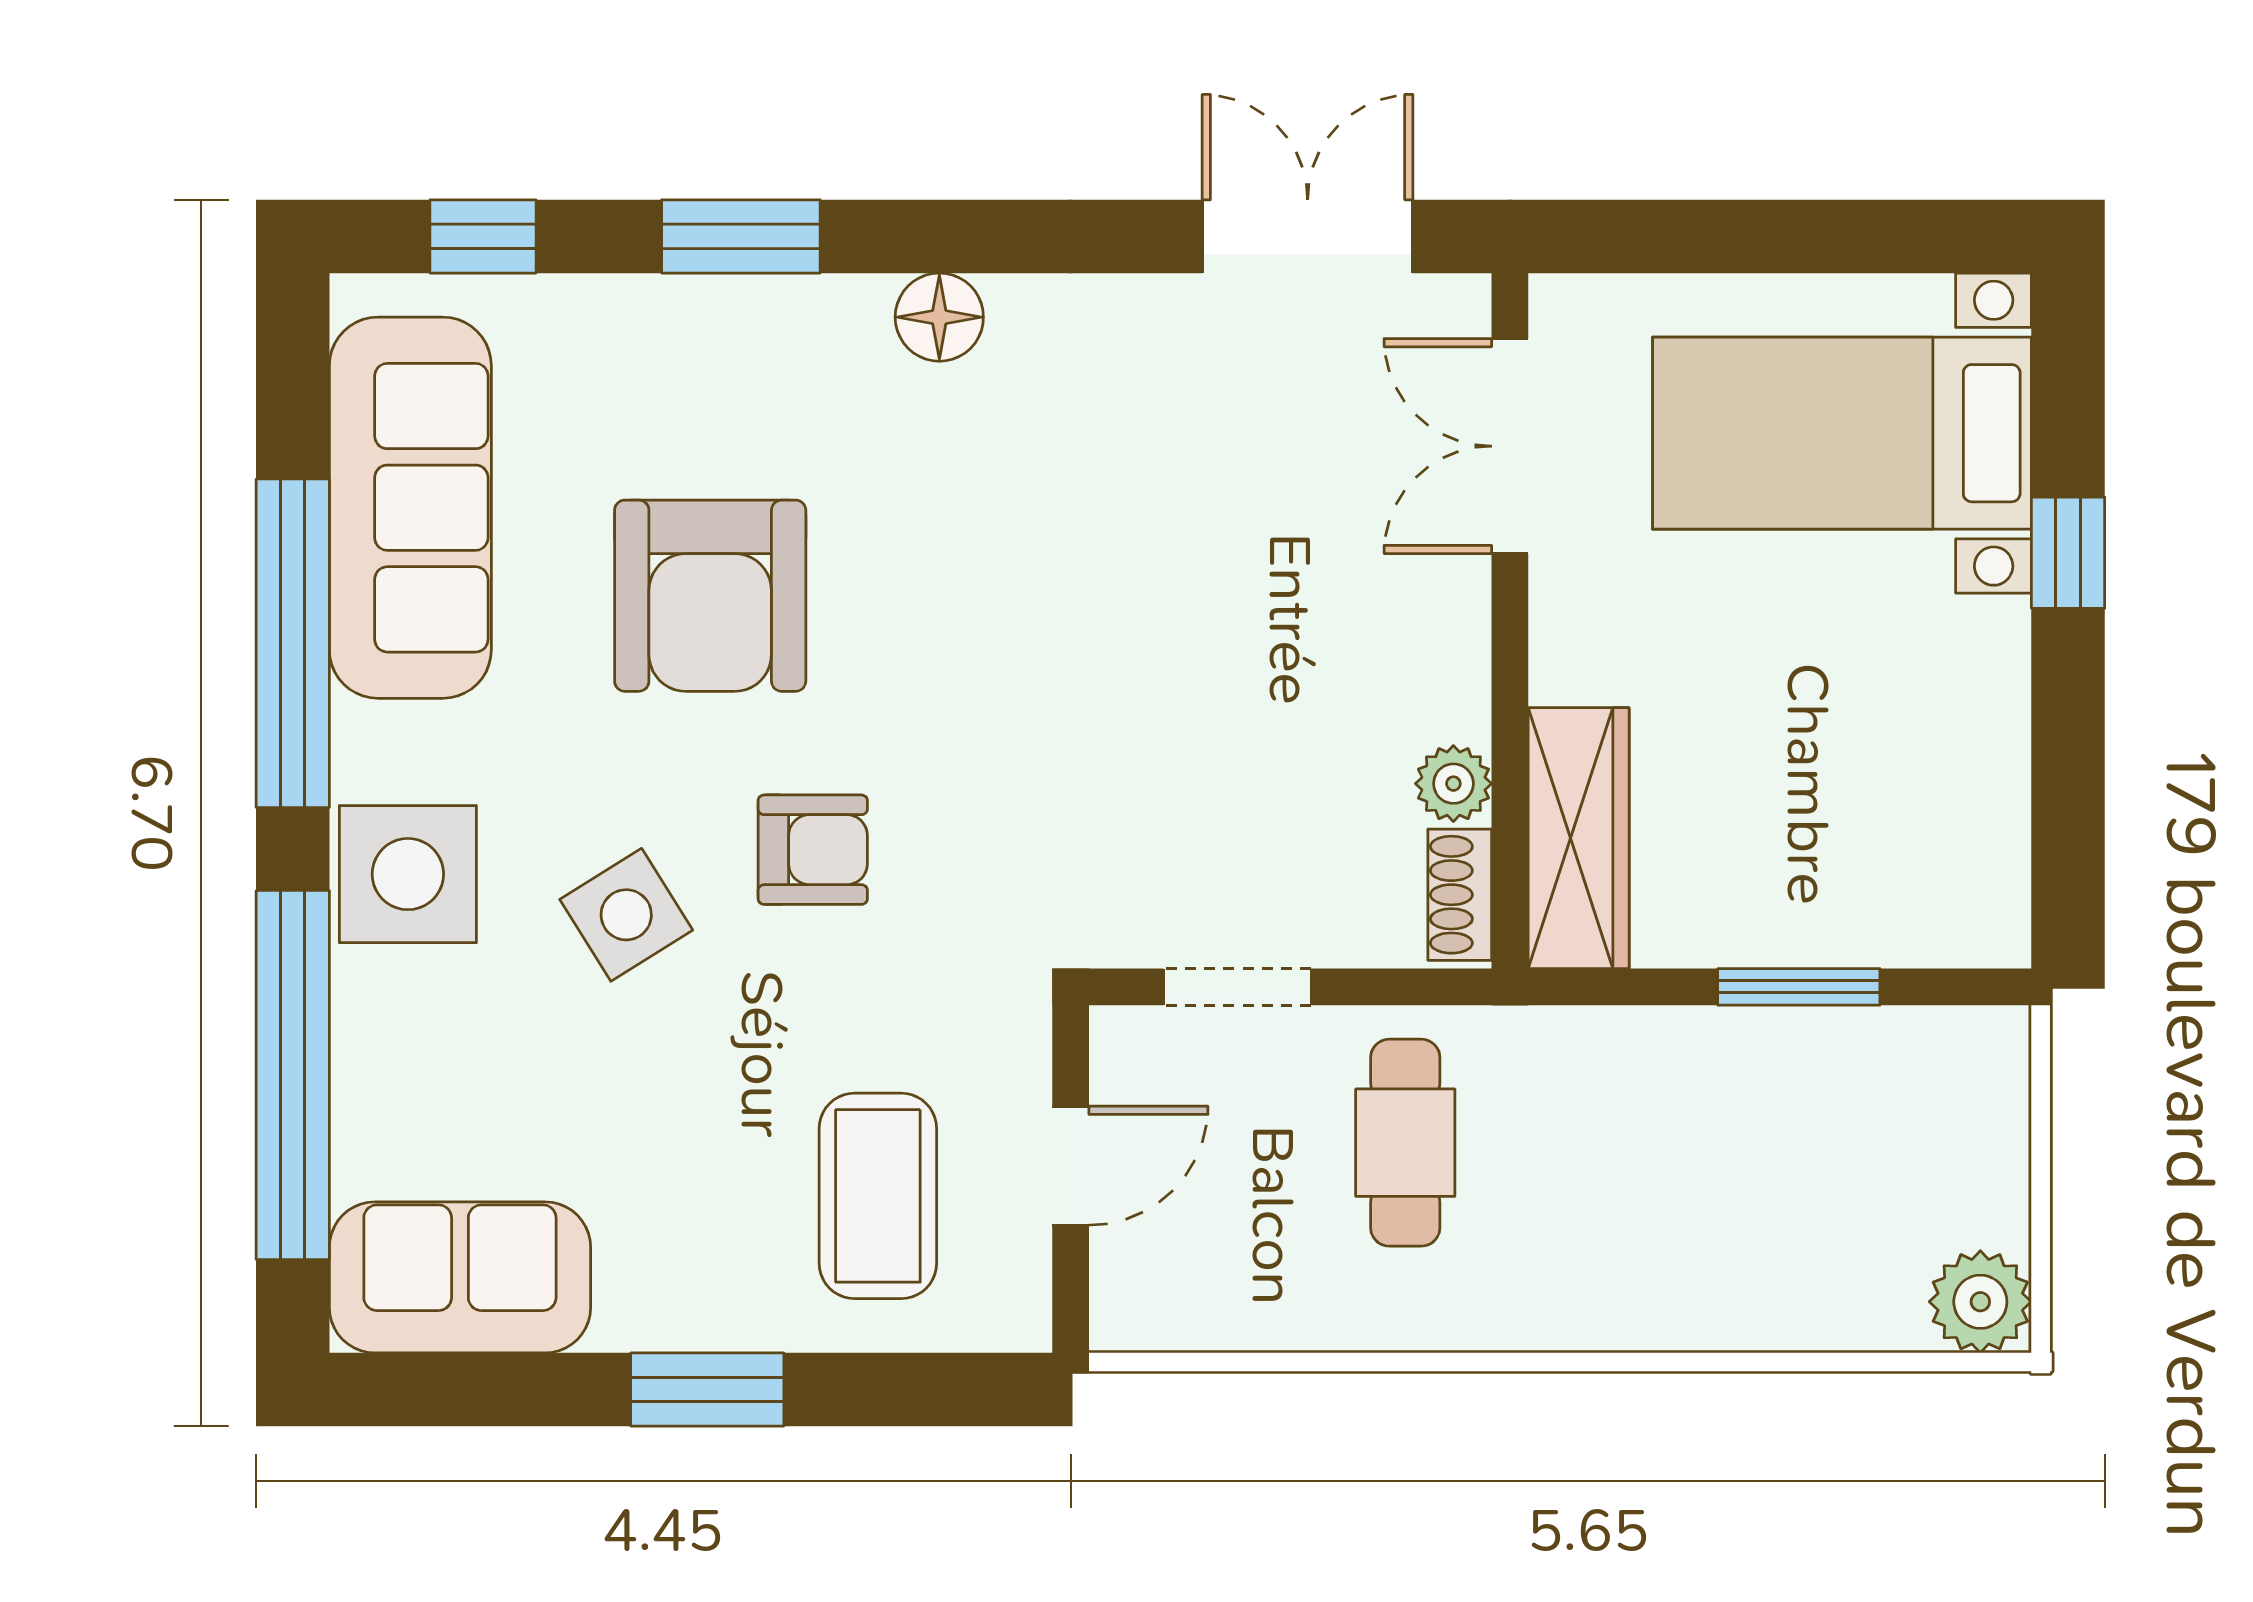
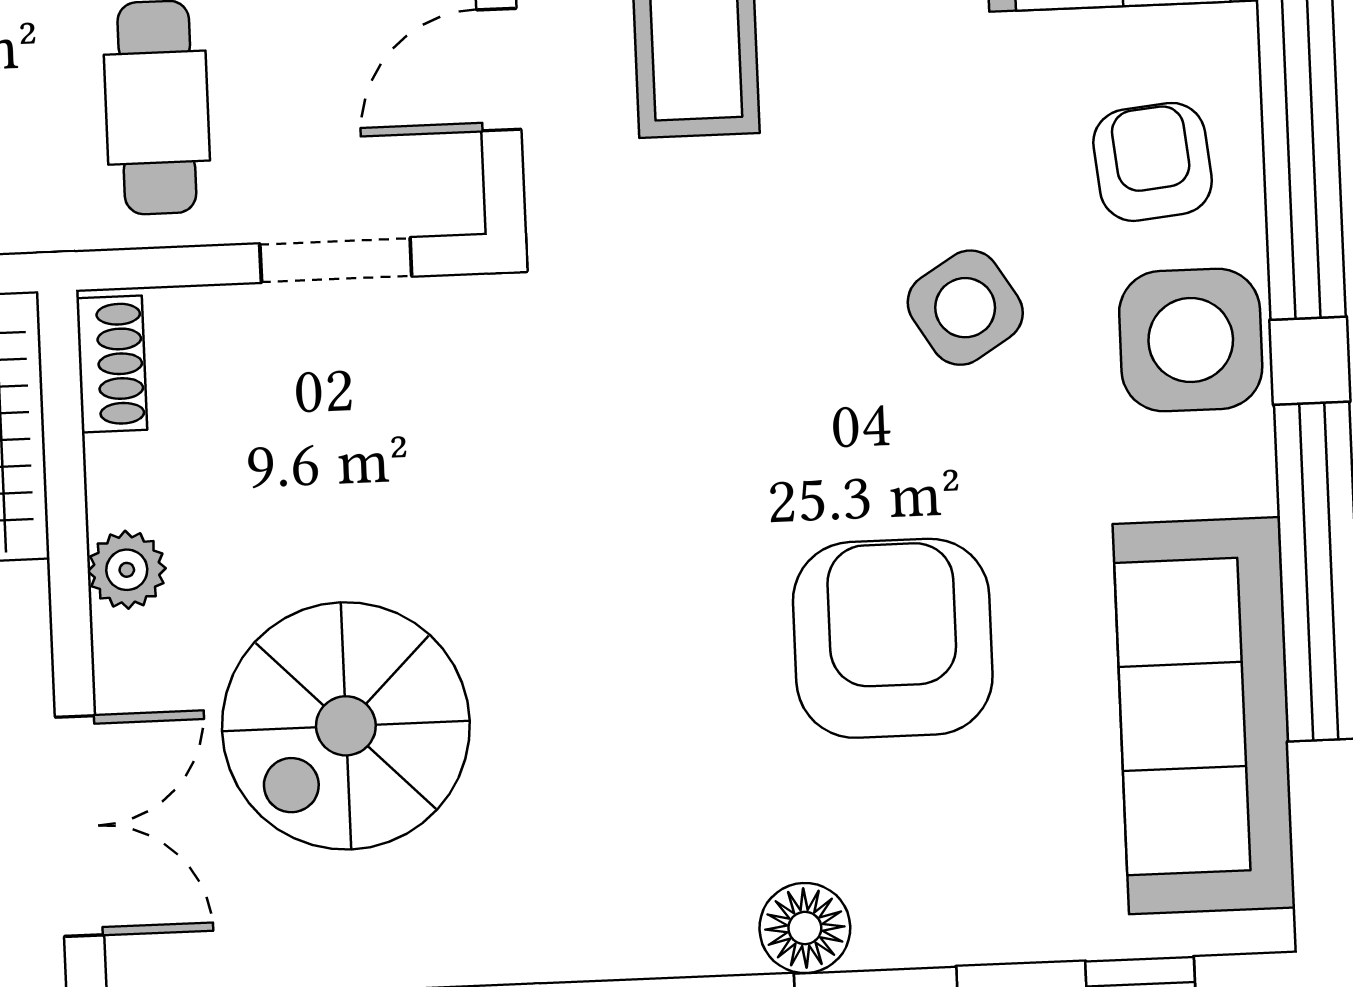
floor lamp: (939, 317) -> (805, 928), moved
spiral stairs: (1246, 533) -> (346, 726), added
plant: (1453, 784) -> (127, 570), moved
armchair: (813, 850) -> (1153, 162), moved, turned 84

